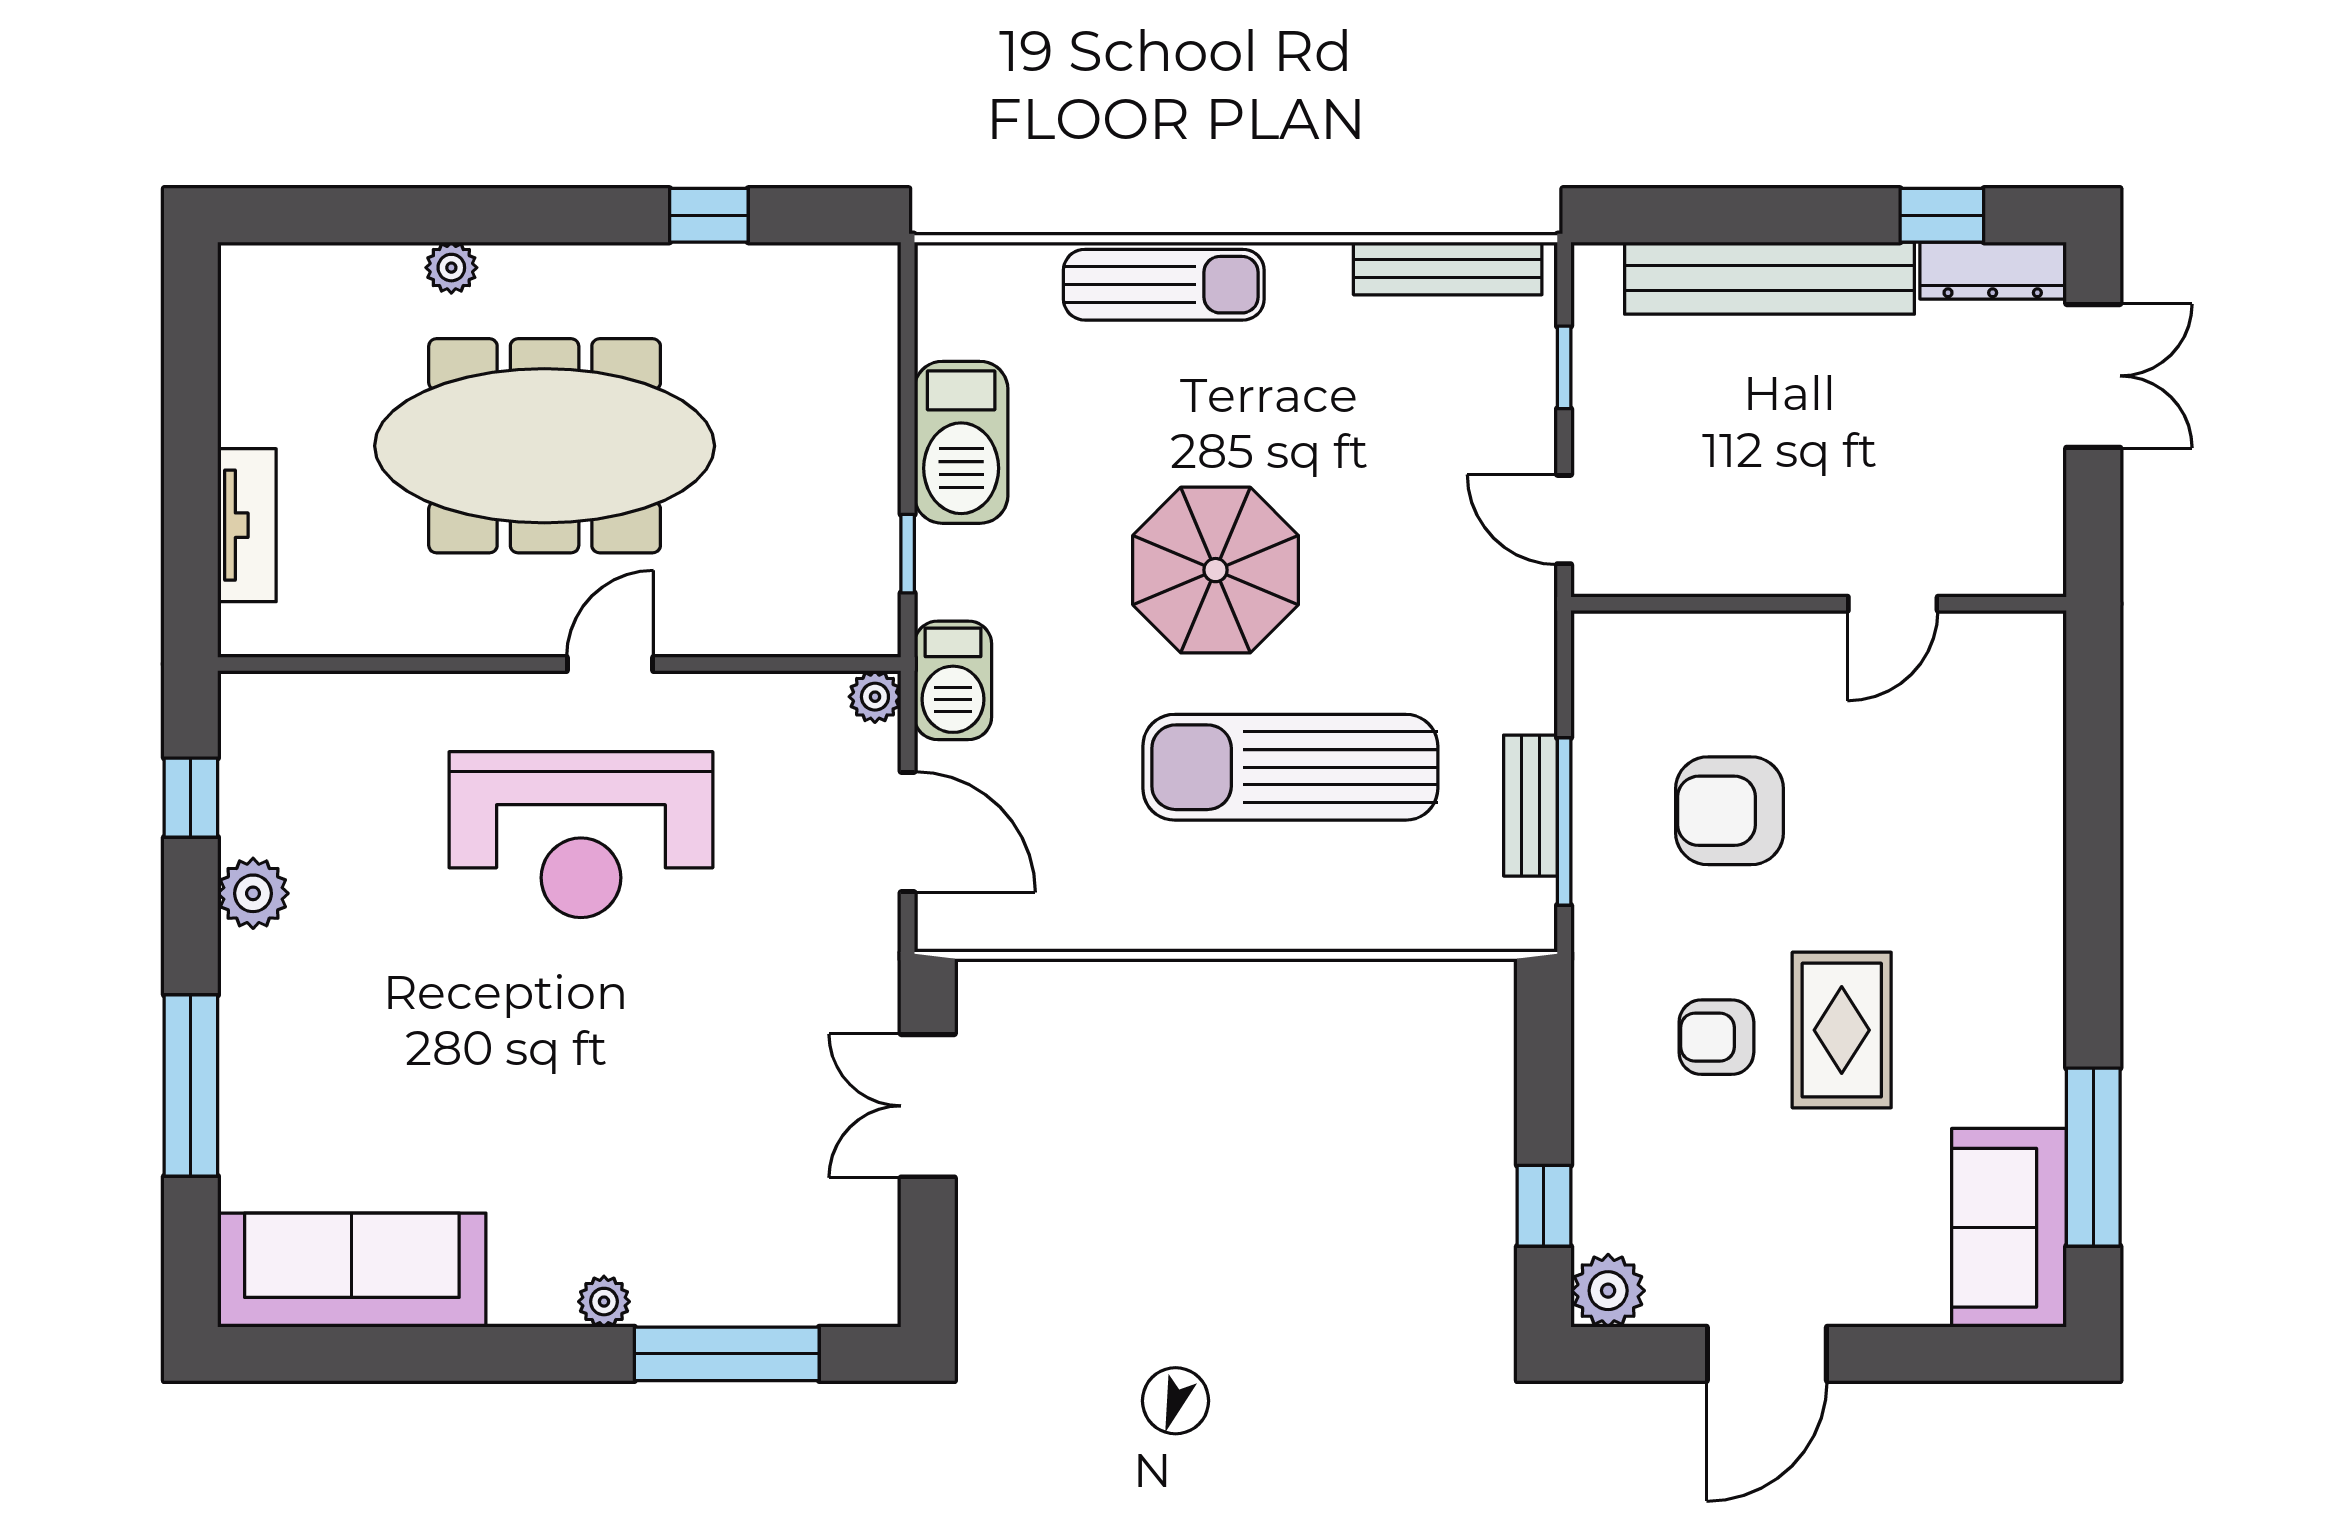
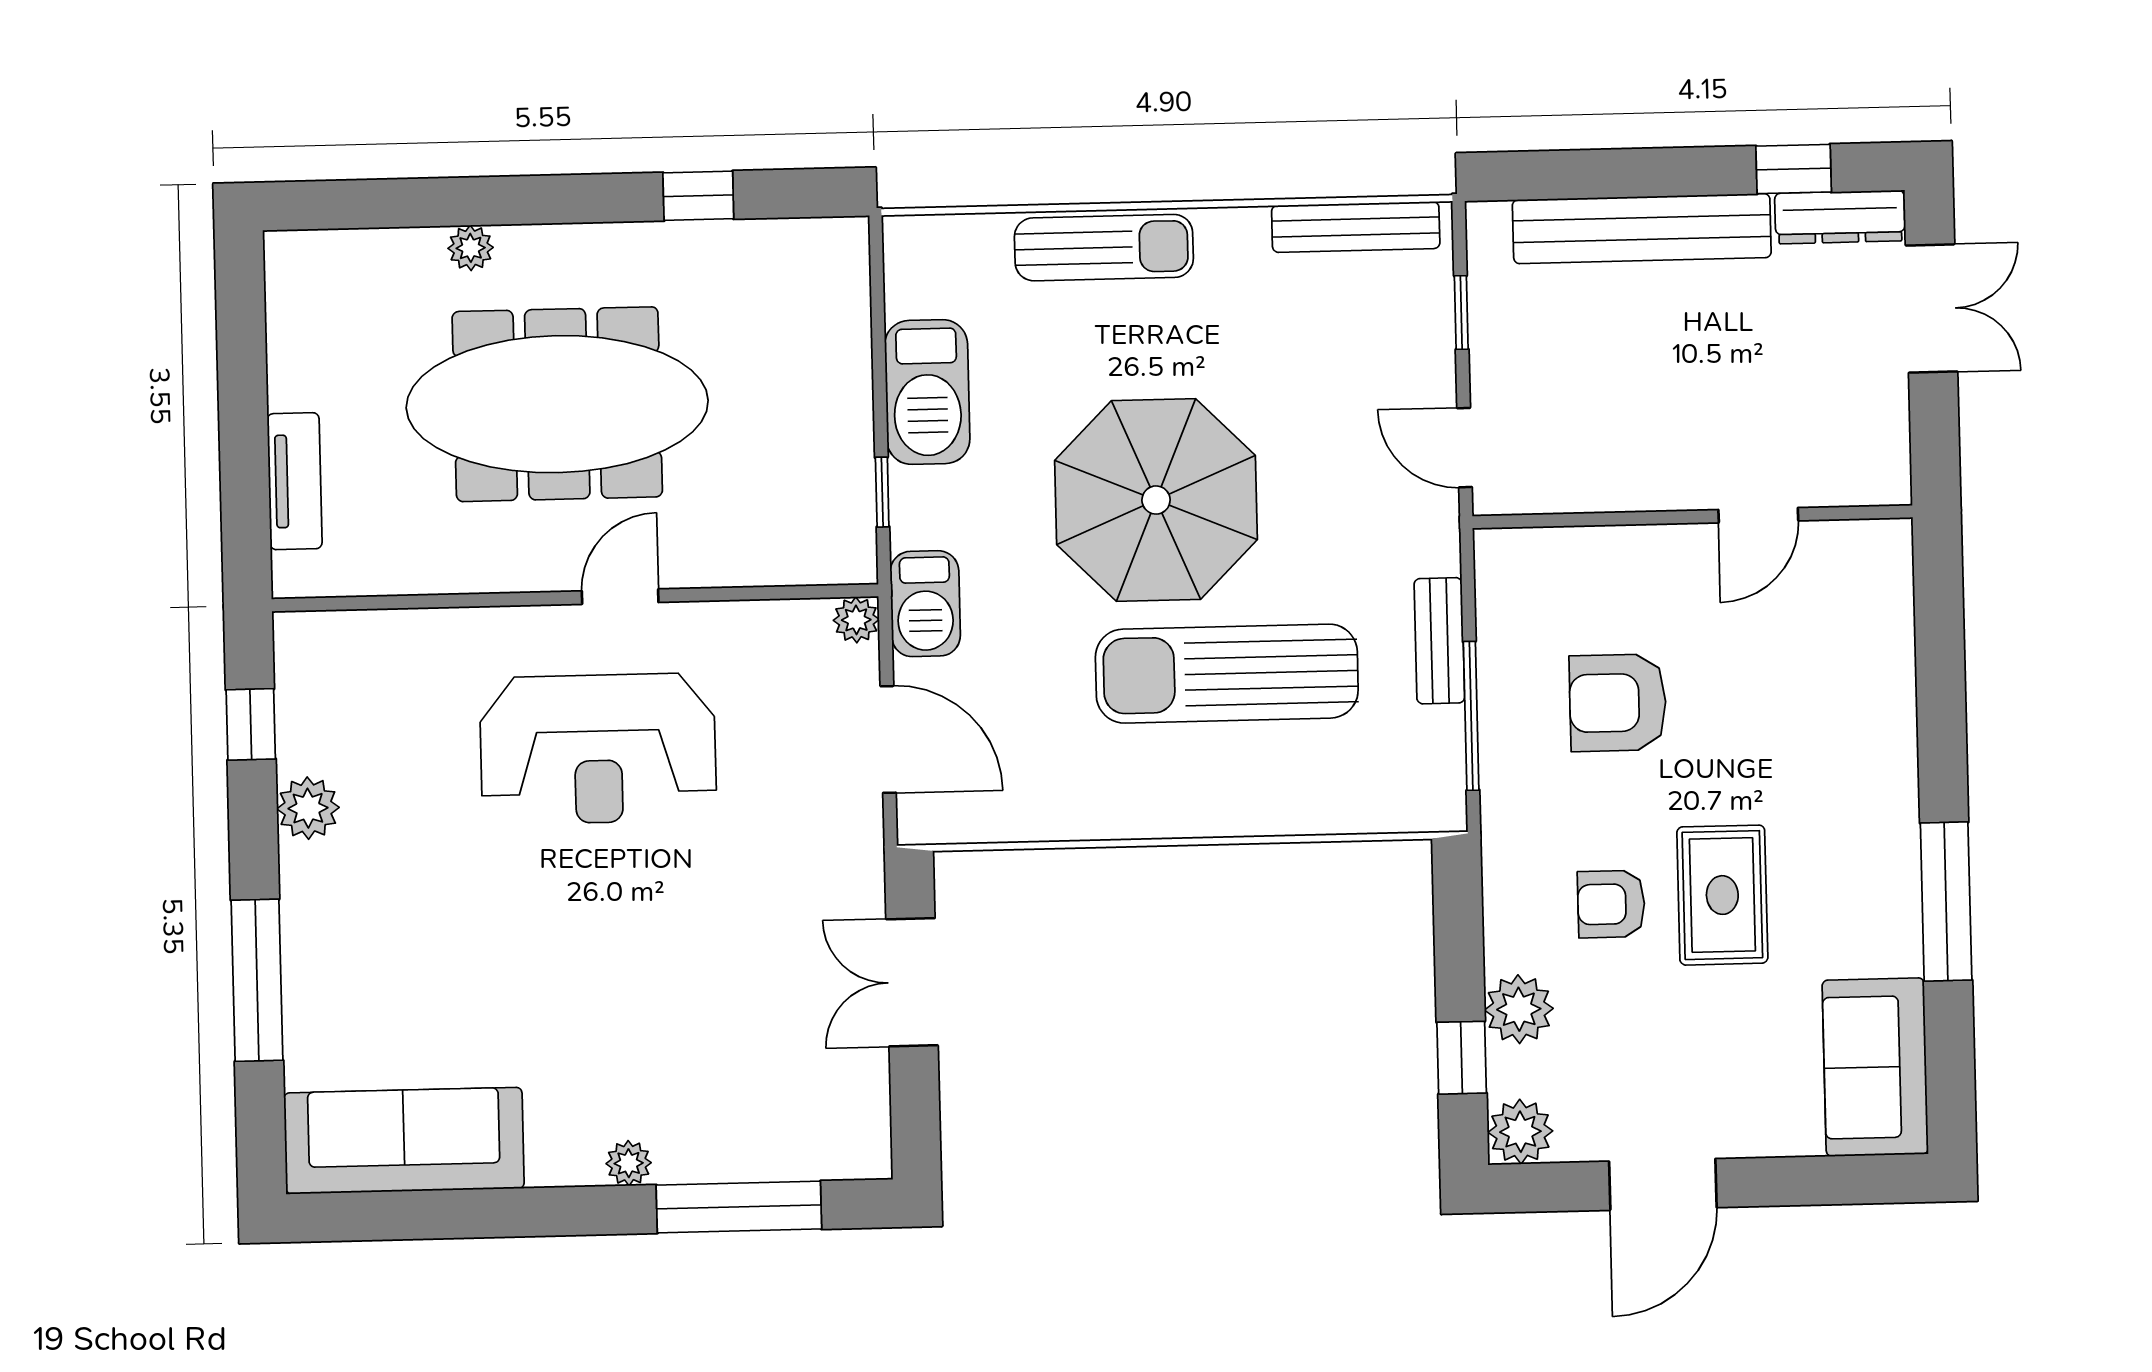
parasol: (1216, 570) -> (1156, 500), width x1.36, depth x1.36
bench: (1530, 806) -> (1439, 641), moved
plant: (1610, 1153) -> (1519, 1009), added
window: (2093, 1157) -> (1946, 902), moved

